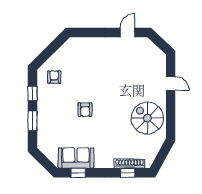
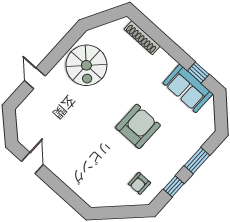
door: (127, 33) -> (32, 163), swing flipped
armchair: (85, 110) -> (138, 126), width x1.88, depth x1.88
window: (128, 173) -> (152, 30), removed

